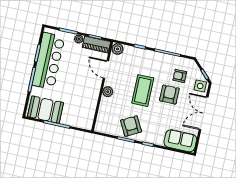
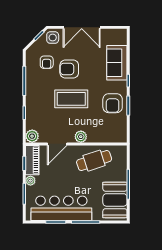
cafe table: (84, 99) -> (94, 161), added
armchair: (131, 126) -> (113, 103), turned -62
sofa: (180, 141) -> (117, 63), moved

